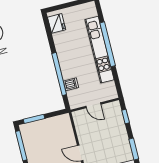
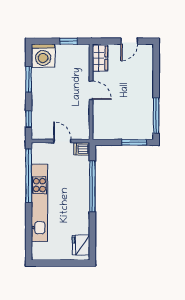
window: (108, 44) -> (29, 175), moved
dishwasher: (71, 84) -> (82, 149), moved

